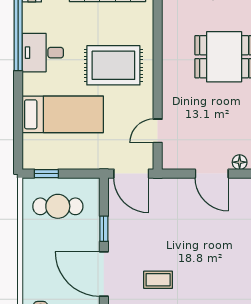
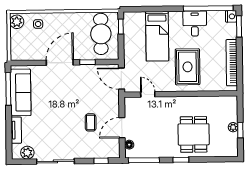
door: (131, 174) -> (121, 79), hinge flipped
cafe table: (58, 206) -> (101, 34), width x1.37, depth x1.35
coffee table: (158, 280) -> (91, 122), moved

